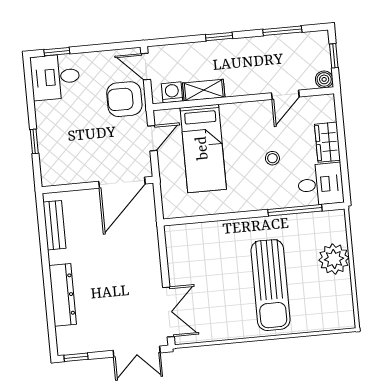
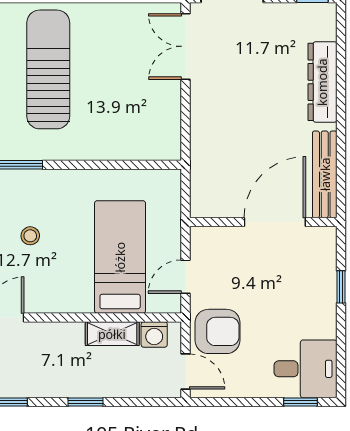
door: (122, 183) -> (275, 222), moved
bench: (54, 225) -> (325, 174), width x1.36

